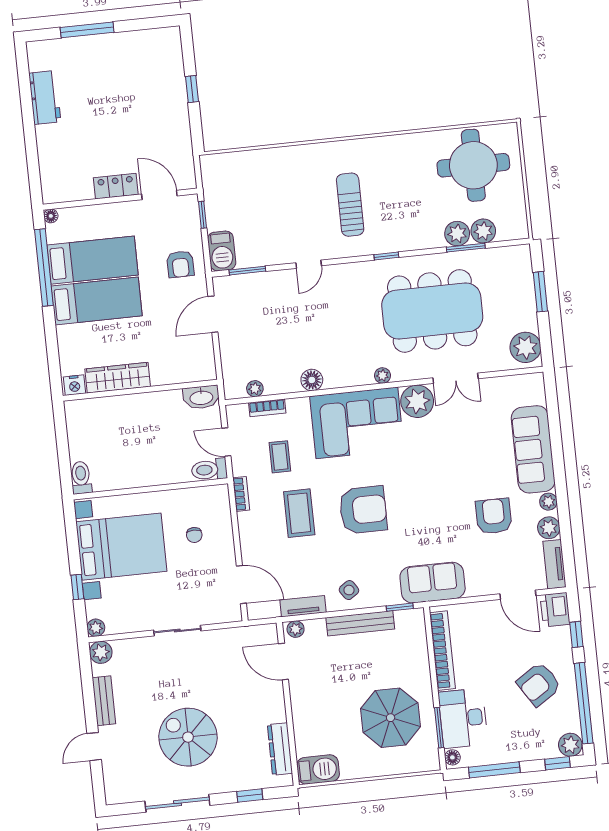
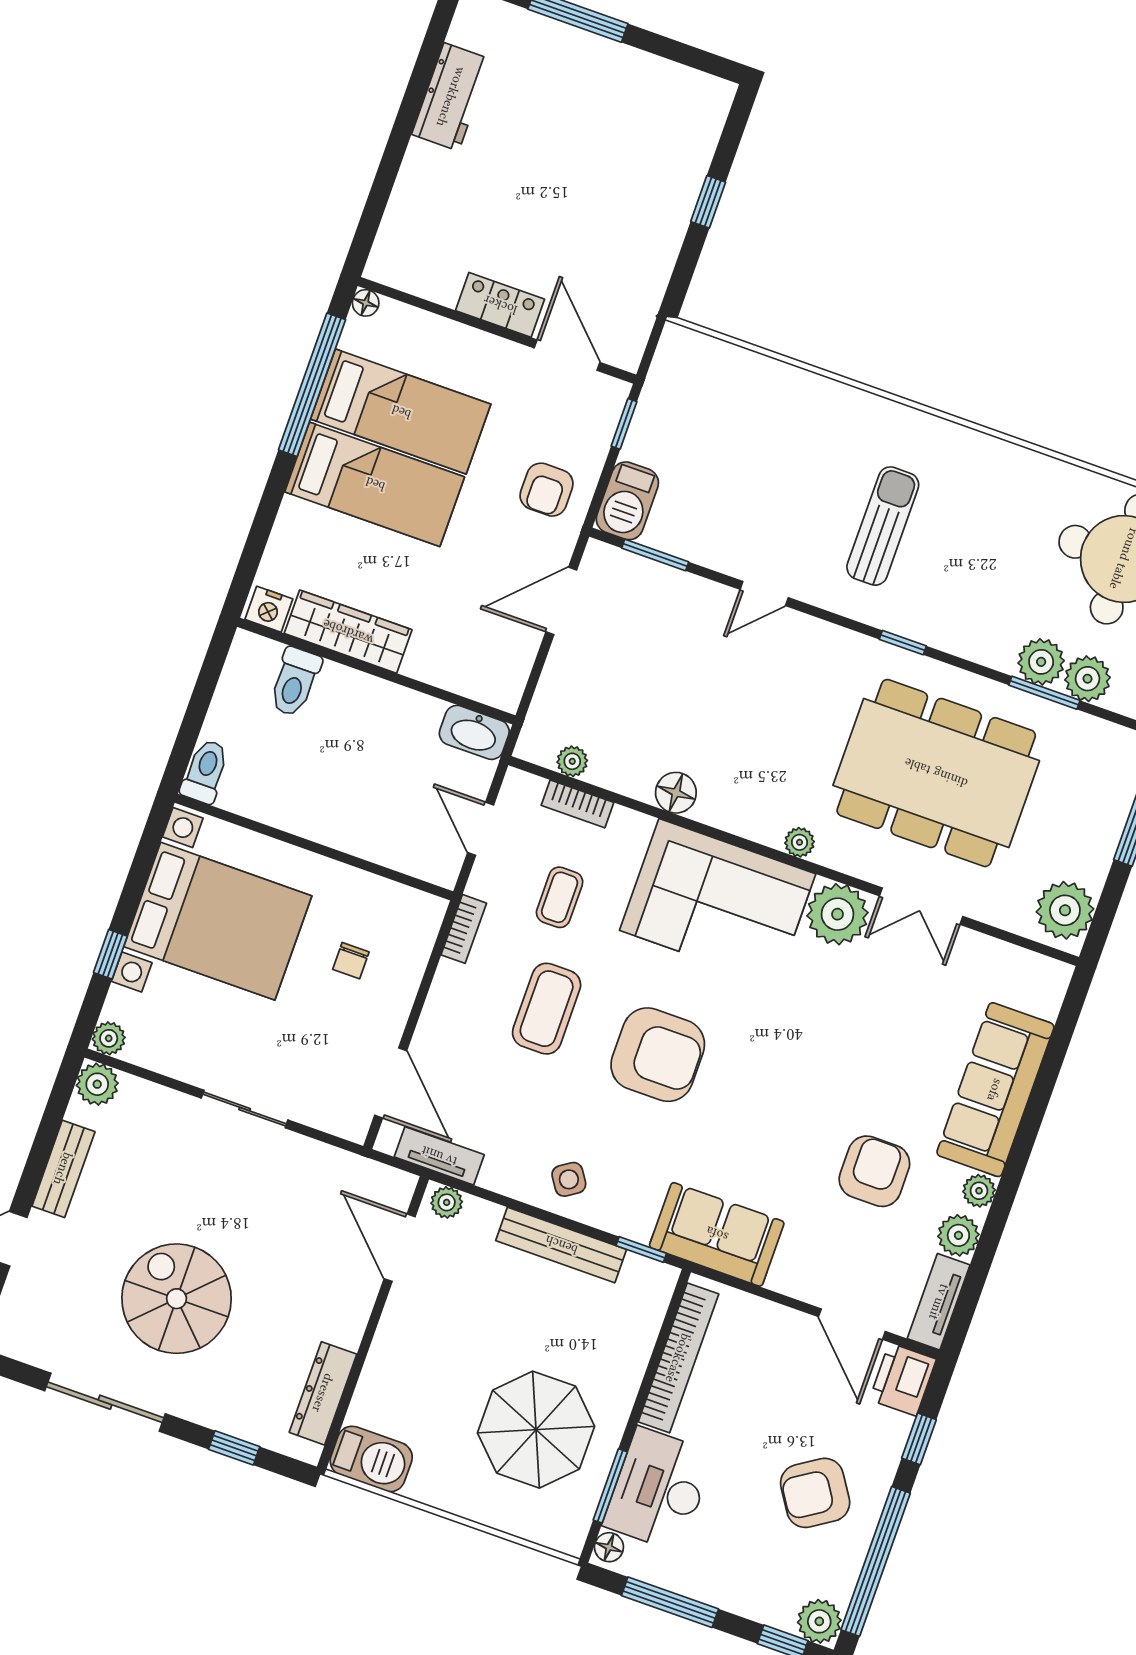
toilet: (209, 470) -> (295, 682), moved, turned -90
tv unit: (303, 606) -> (439, 1156), moved

